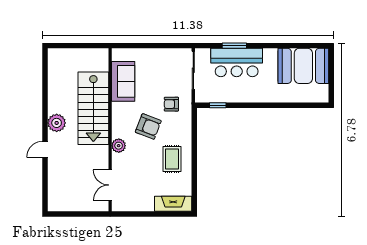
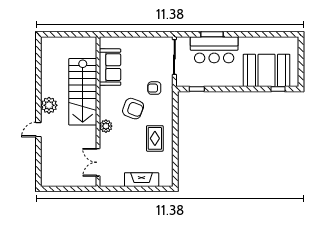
booth: (303, 66) -> (267, 70), moved
window: (306, 105) -> (278, 89), added
fireplace: (173, 204) -> (142, 180), moved

